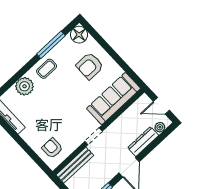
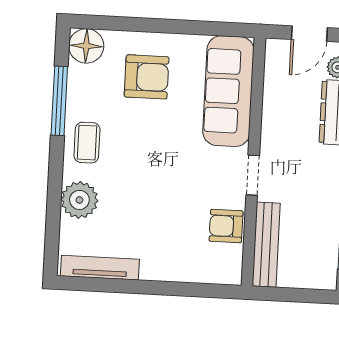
armchair: (90, 66) -> (147, 77), turned -90
armchair: (52, 148) -> (226, 226), moved

